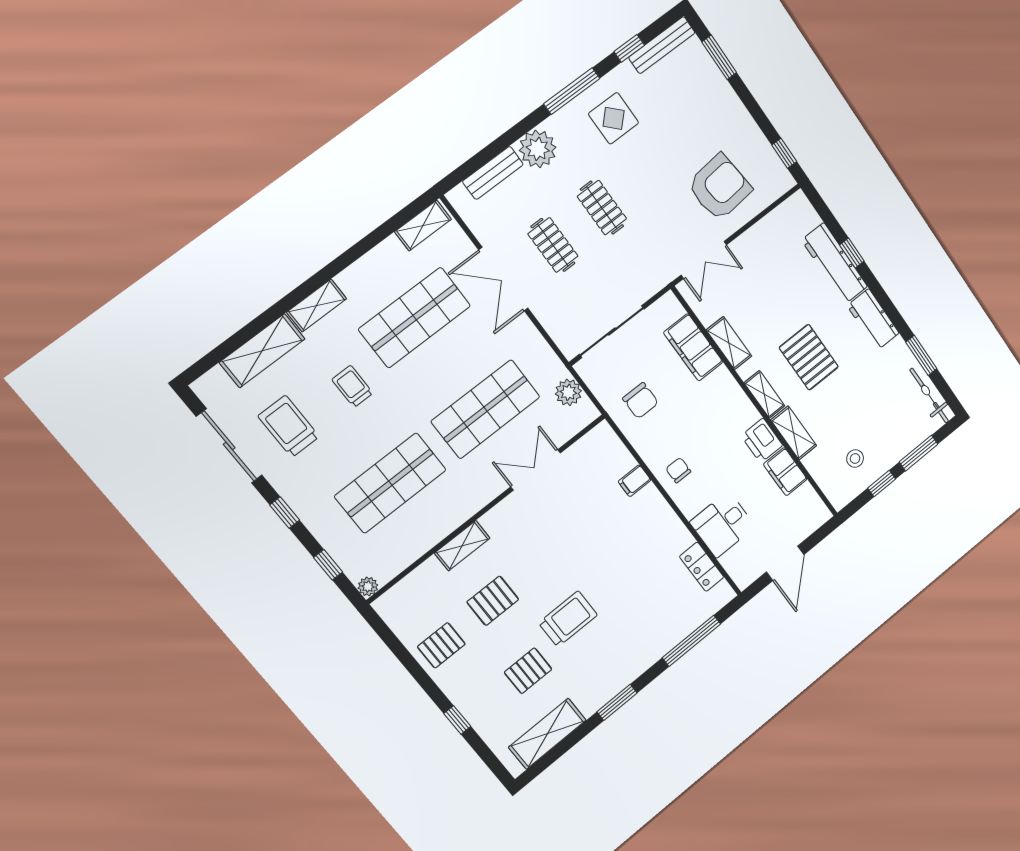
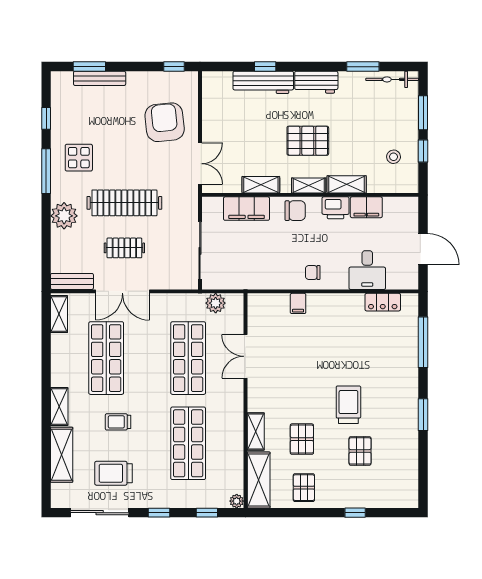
bench: (662, 45) -> (100, 78), moved, turned 90
bench: (493, 173) -> (72, 281), moved, turned 90
clothes rail: (602, 208) -> (124, 203), width x1.86, depth x1.31
chair: (641, 401) -> (295, 211), moved
shelving: (547, 734) -> (259, 480), moved

